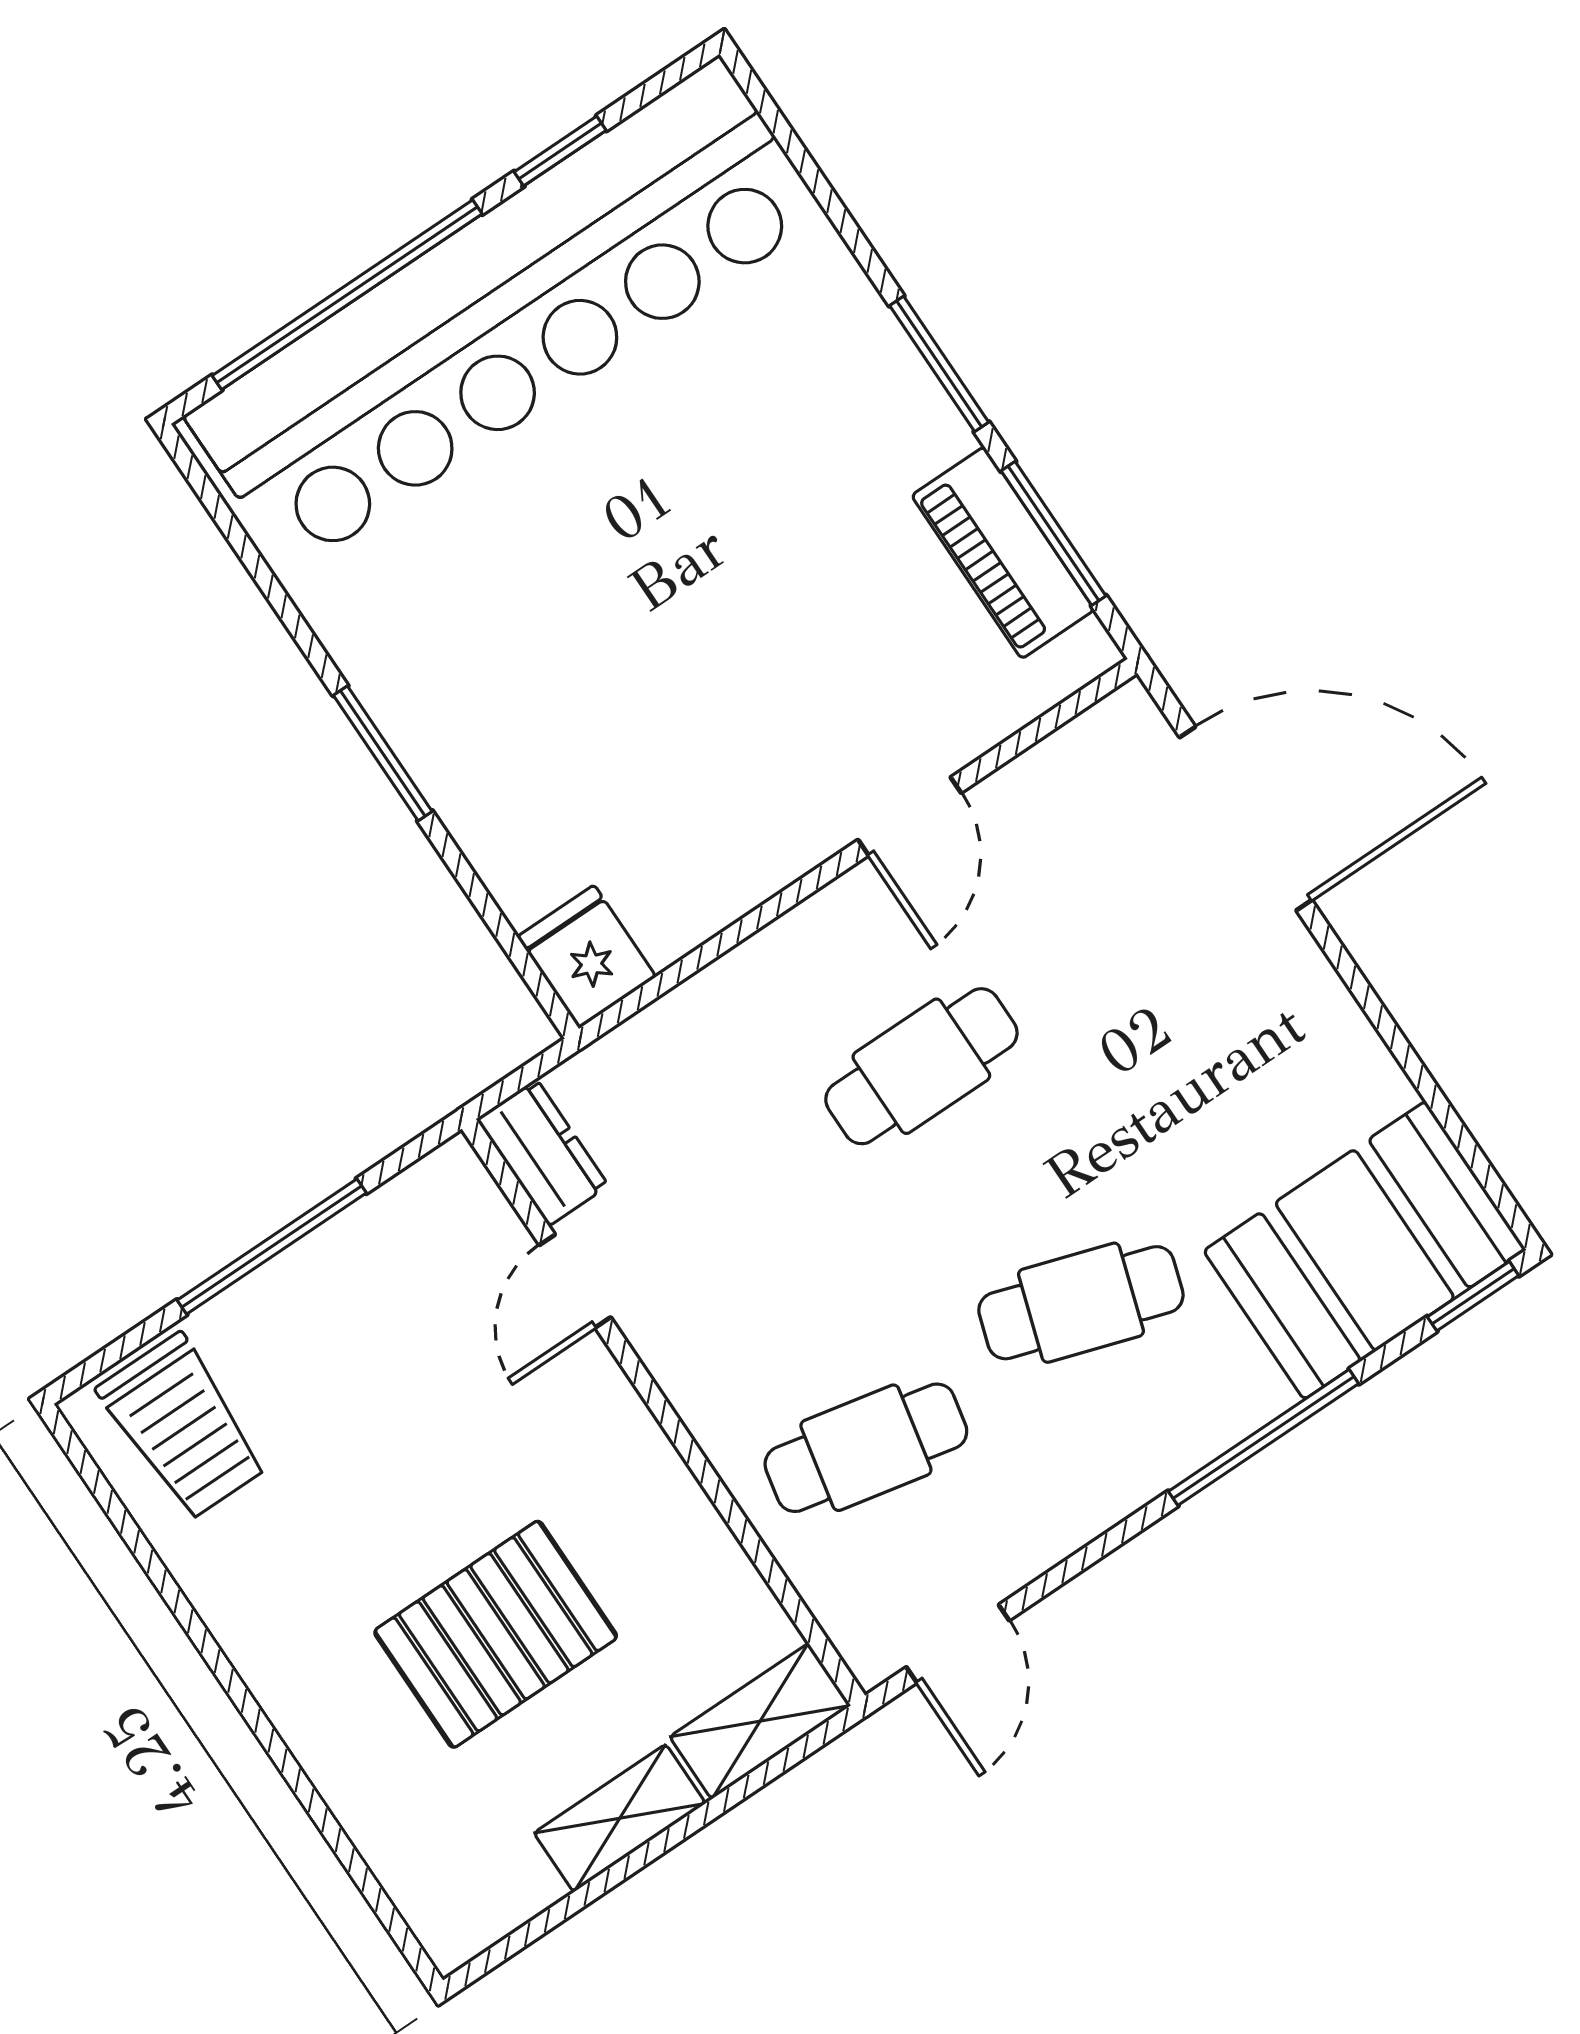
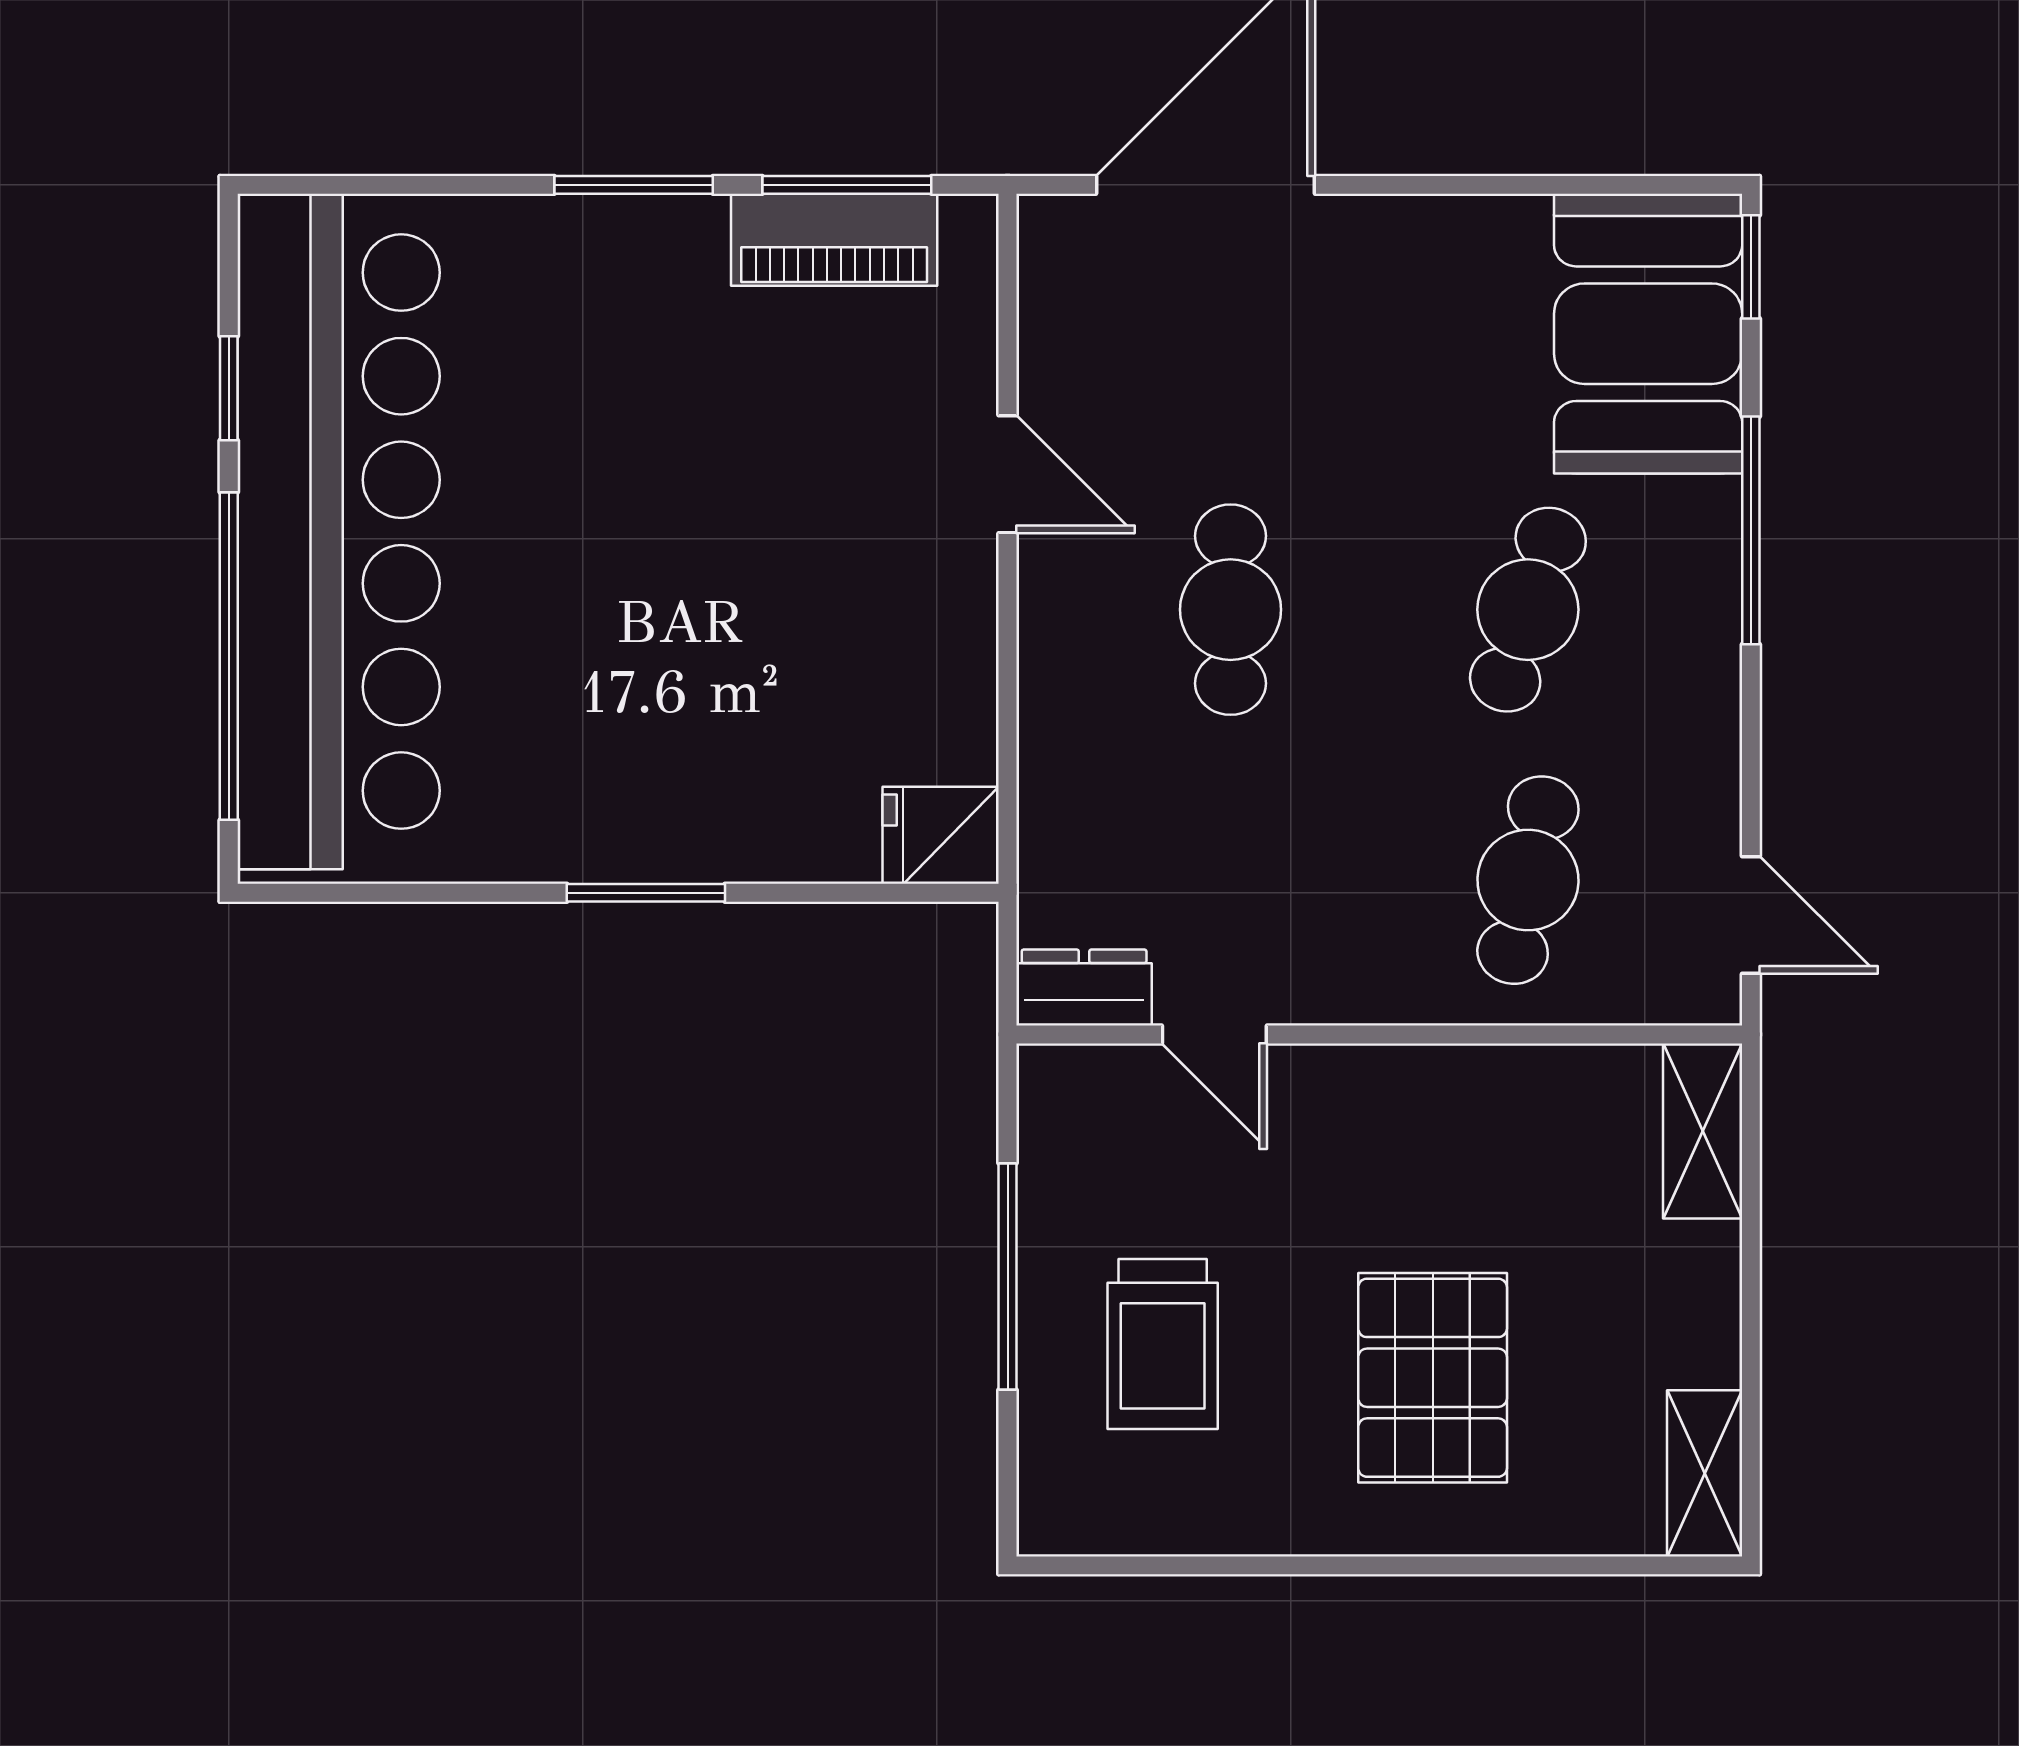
trolley: (183, 1427) -> (1163, 1344), moved, turned 90
pallet: (496, 1634) -> (1433, 1378), moved
shelving: (620, 1818) -> (1705, 1473), moved

